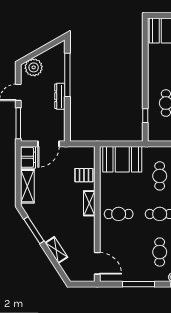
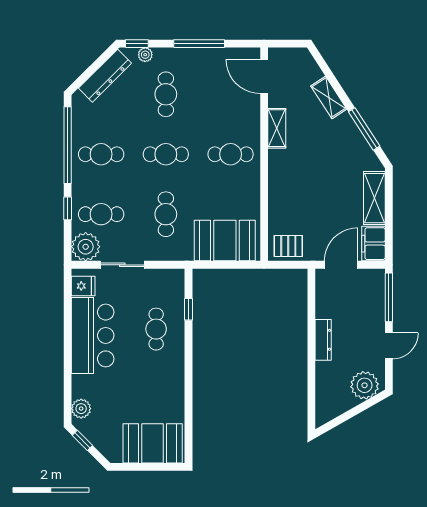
window: (67, 75) -> (311, 373), removed
pallet: (84, 175) -> (288, 246), moved
shelving: (89, 203) -> (277, 128), moved

